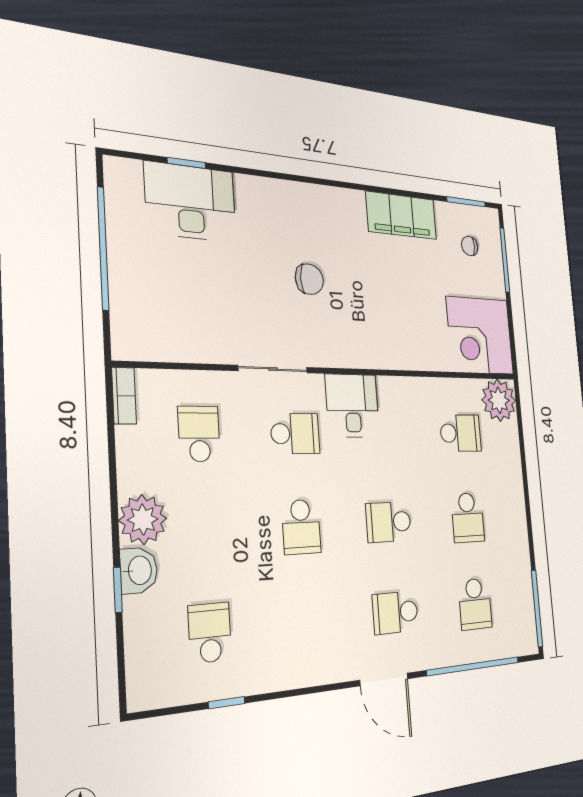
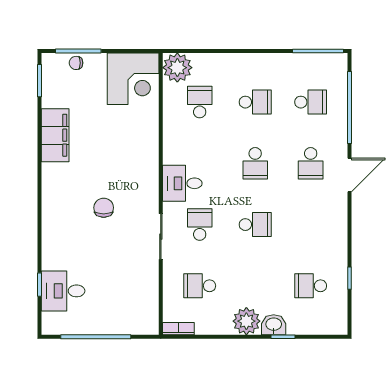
desk: (191, 202) -> (63, 291), width x0.73
chair: (470, 246) -> (76, 63), moved, turned 90

